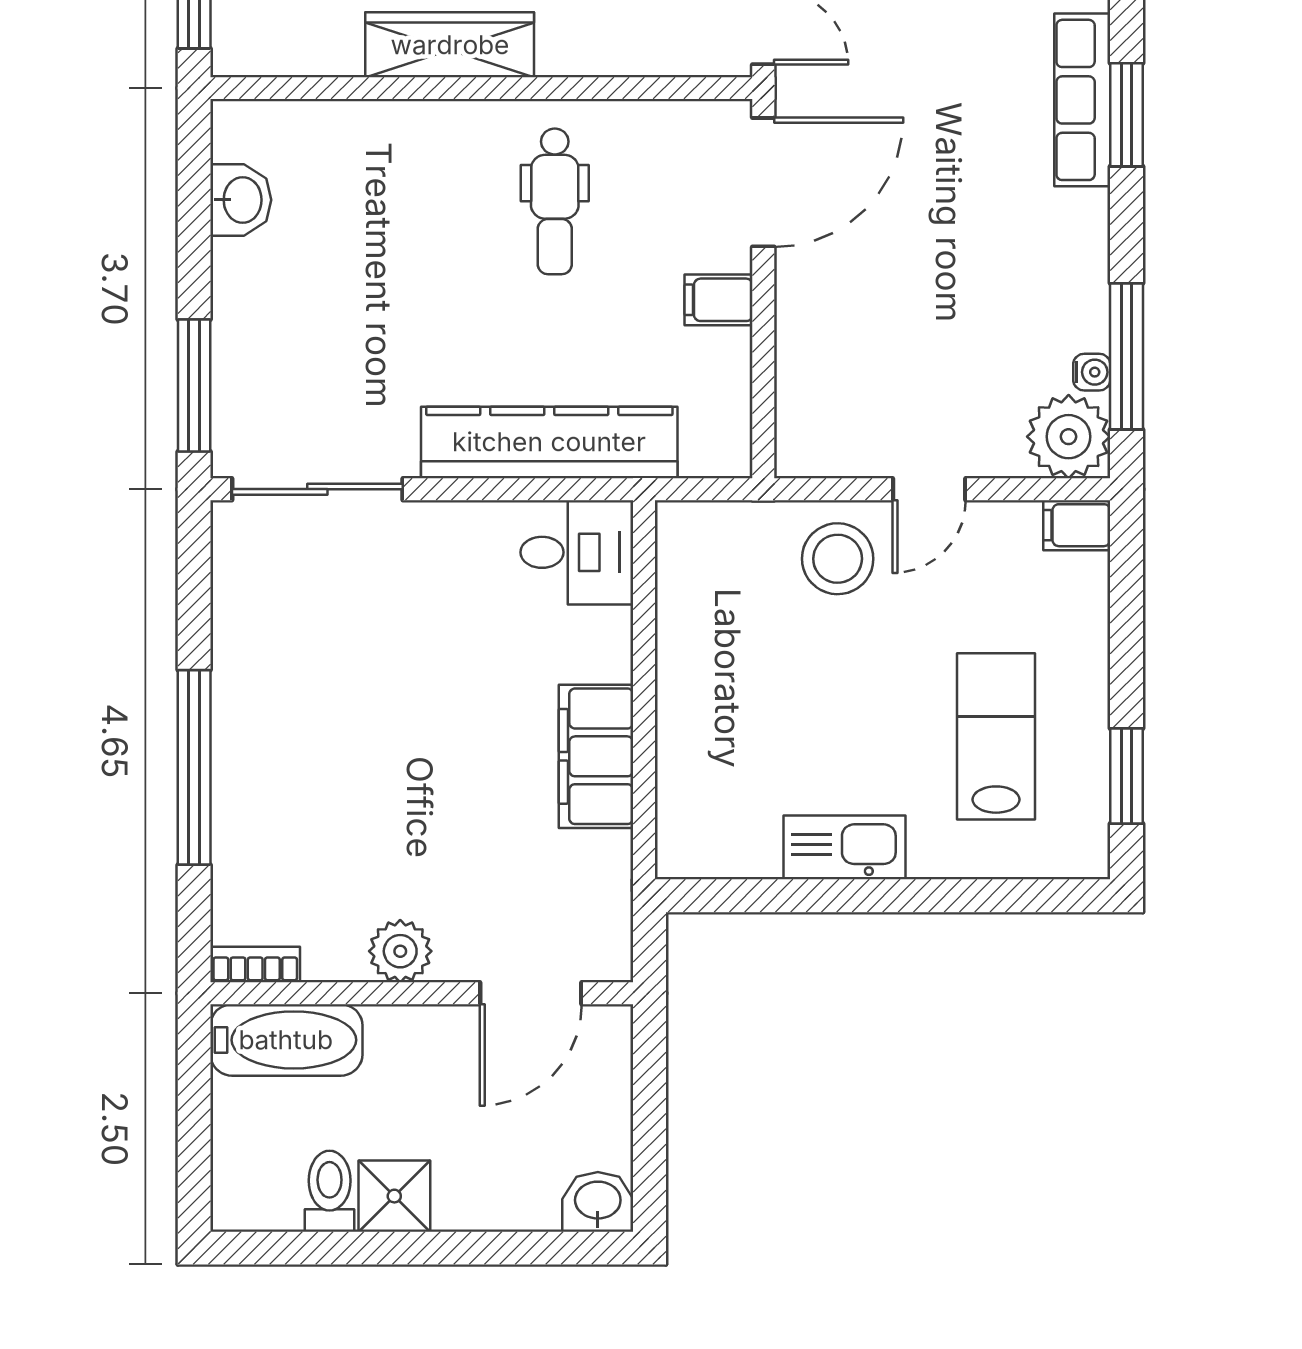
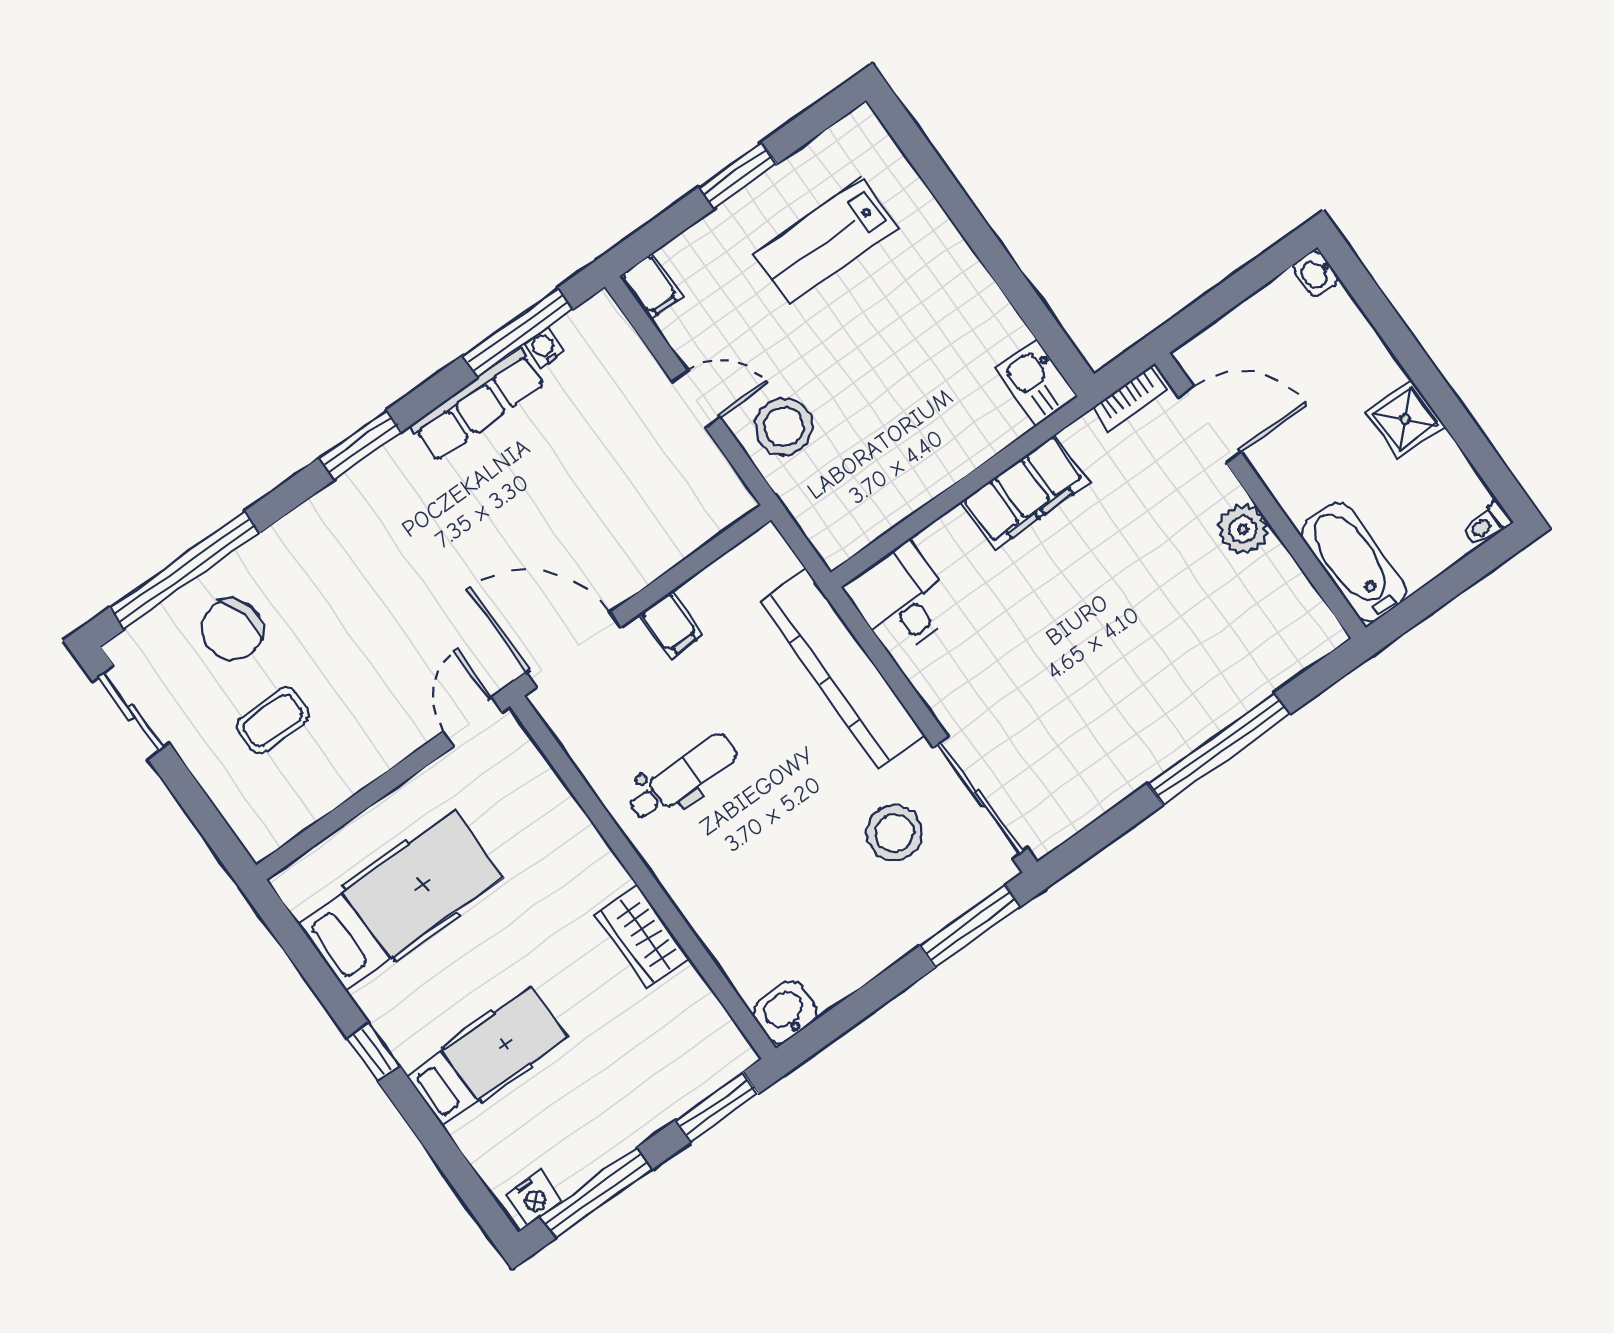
wardrobe: (450, 45) -> (642, 937), width x0.67
row of seats: (1082, 100) -> (478, 405), moved
washbasin: (241, 200) -> (785, 1012), moved
stool: (344, 376) -> (894, 833), added
plant: (1069, 437) -> (597, 333), removed
window: (1126, 776) -> (738, 175), moved
kitchen sink: (844, 847) -> (1036, 383), moved, width x0.73
bookcase: (255, 965) -> (1129, 399), moved, turned -90
toilet: (330, 1191) -> (1486, 524), moved, width x0.73, depth x0.72
washbasin: (598, 1202) -> (1316, 273), width x0.72, depth x0.69

